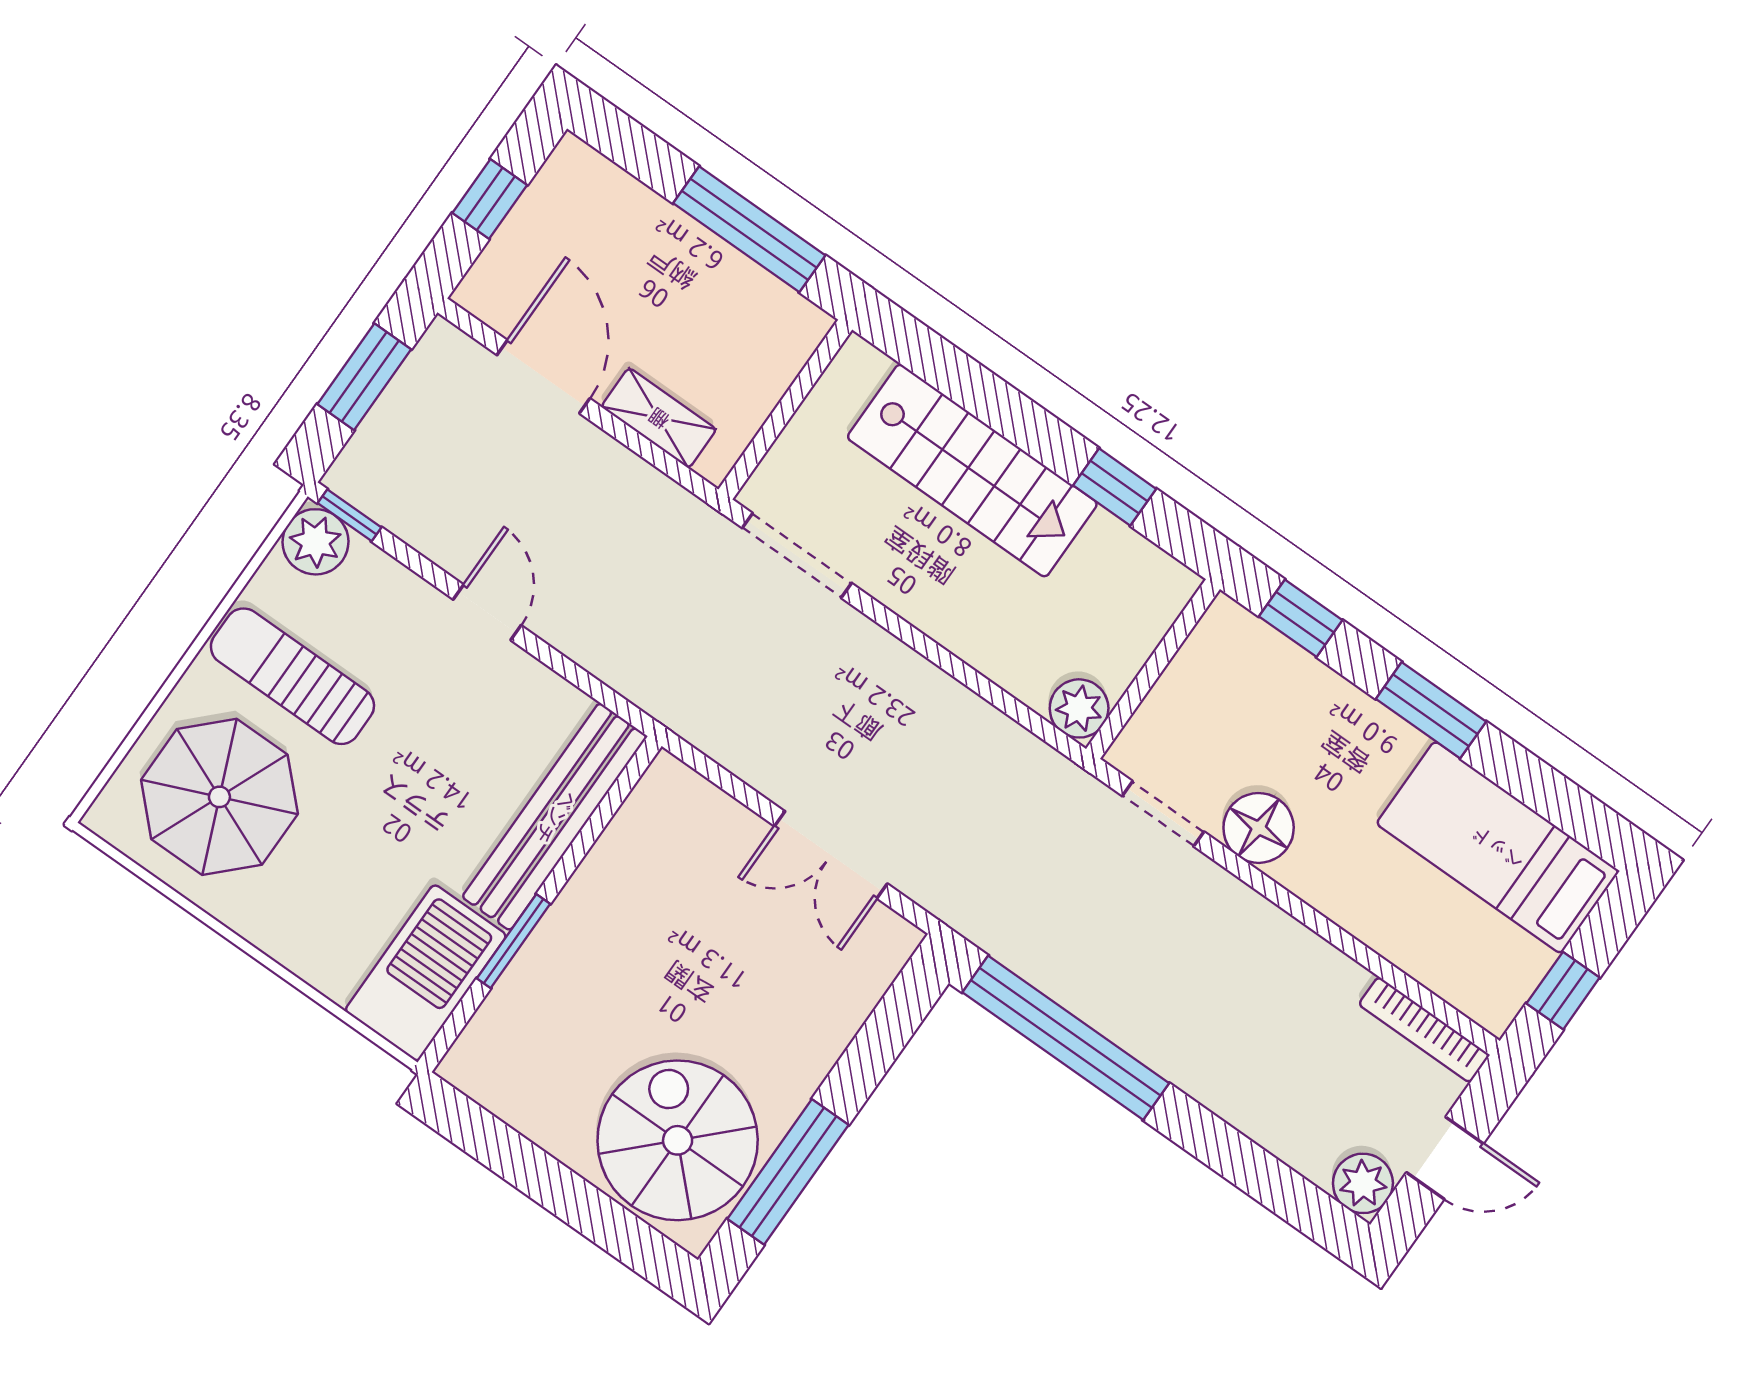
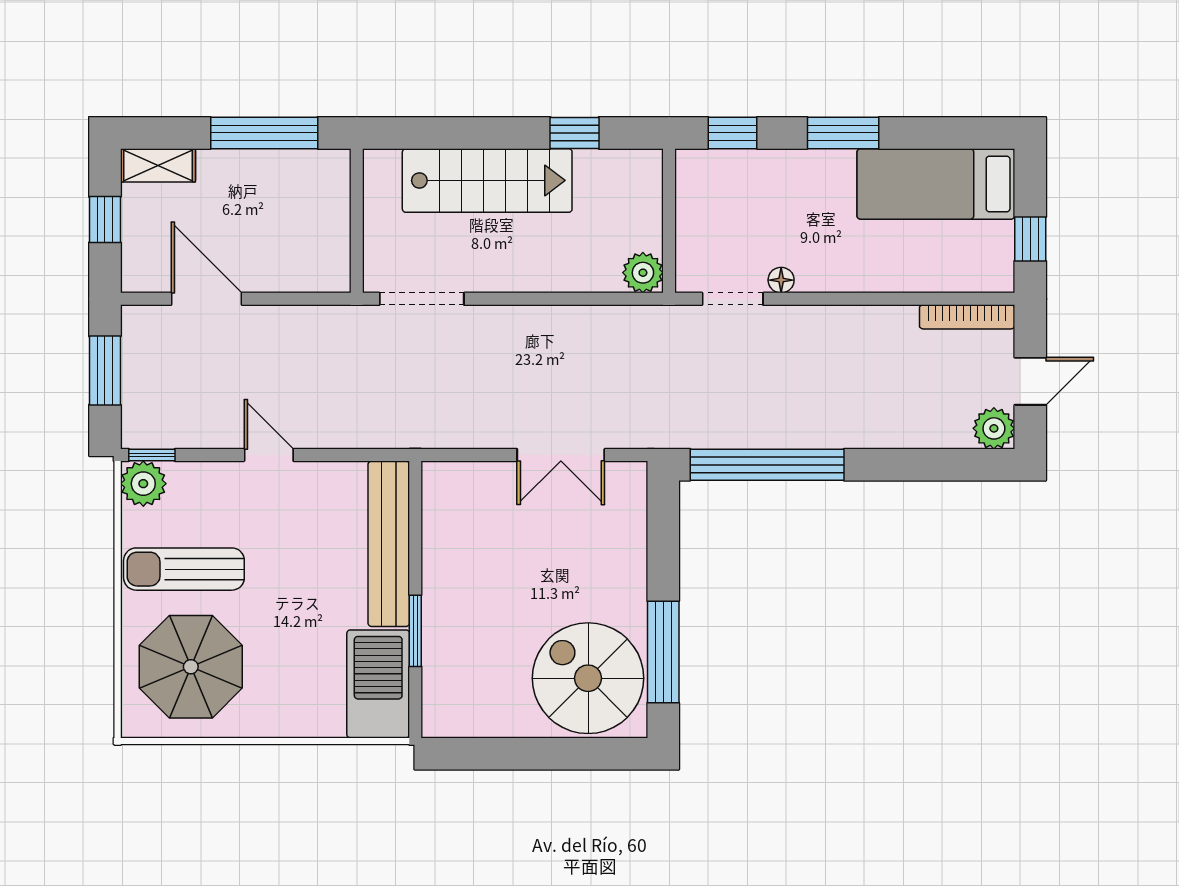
shelving: (659, 418) -> (158, 165), moved
floor lamp: (1259, 828) -> (781, 280), width x0.53, depth x0.53

